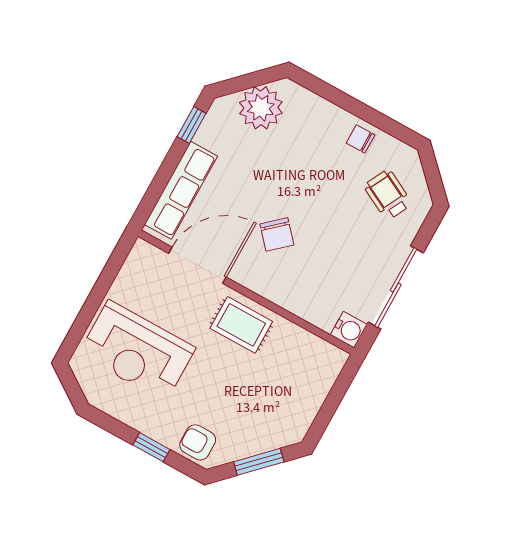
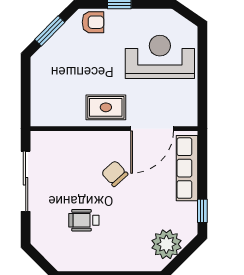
chair: (361, 139) -> (96, 259), removed
wheelchair: (388, 195) -> (84, 220), moved, turned 153
water cooler: (349, 330) -> (40, 140), removed

